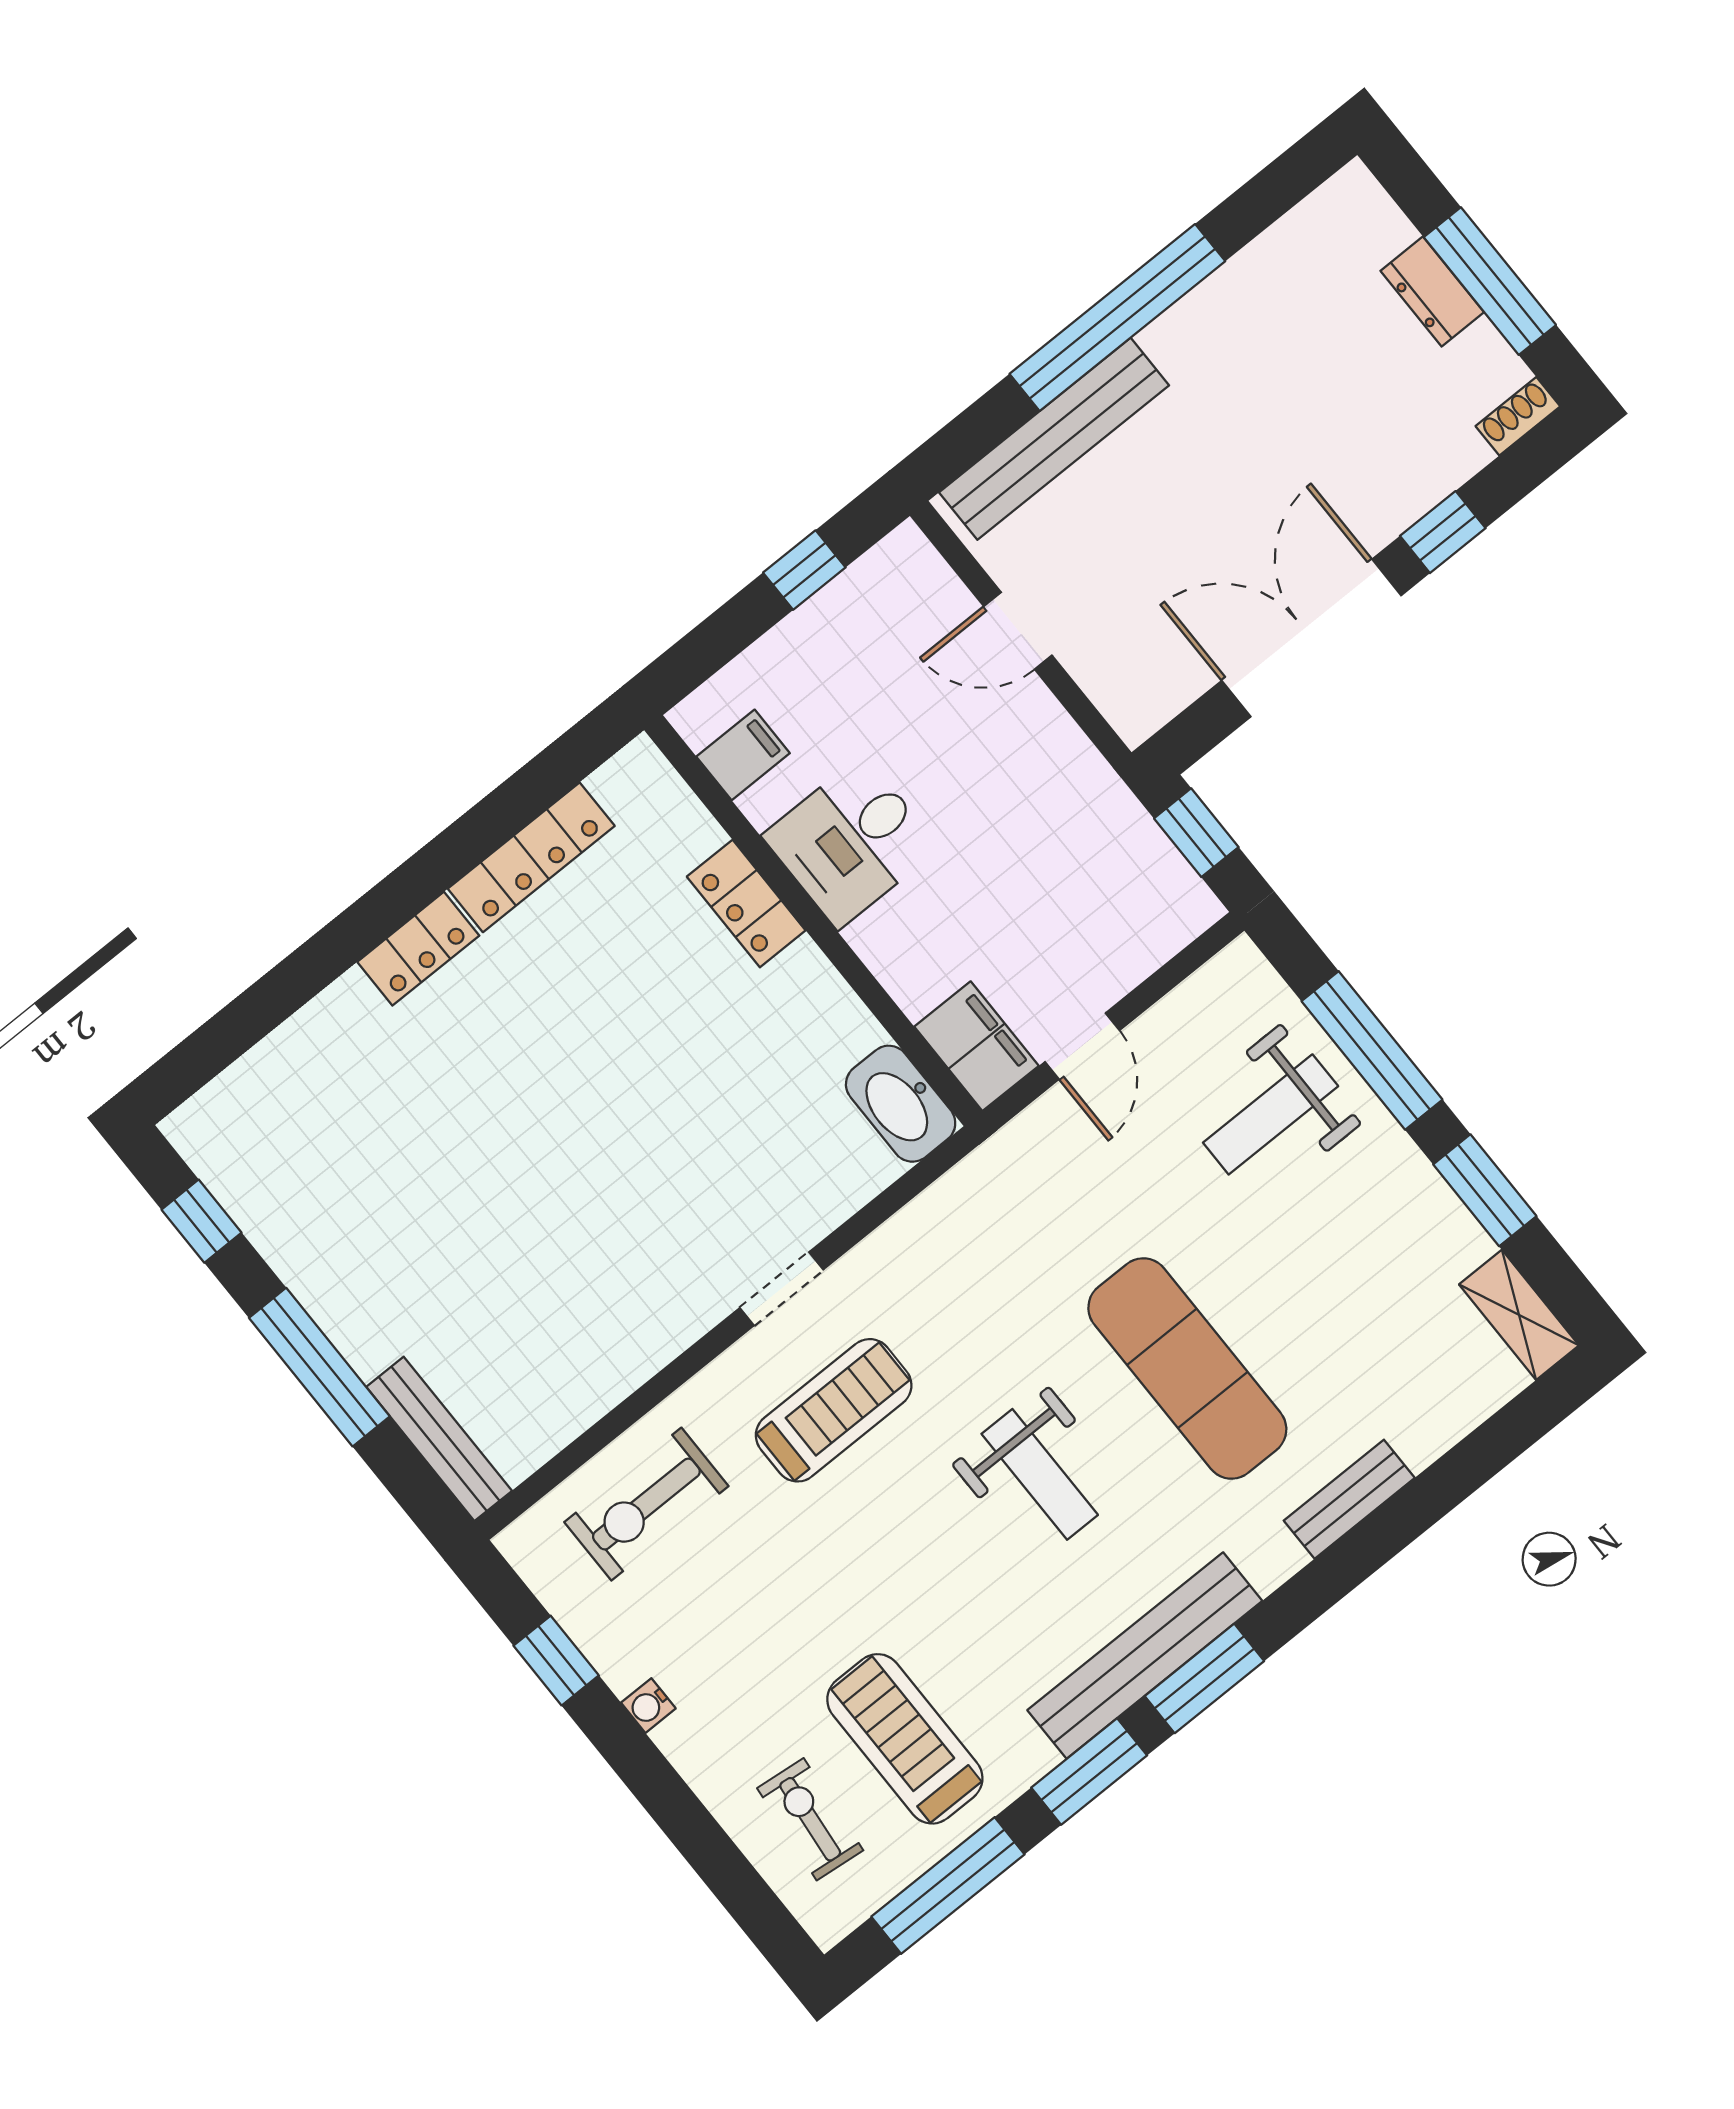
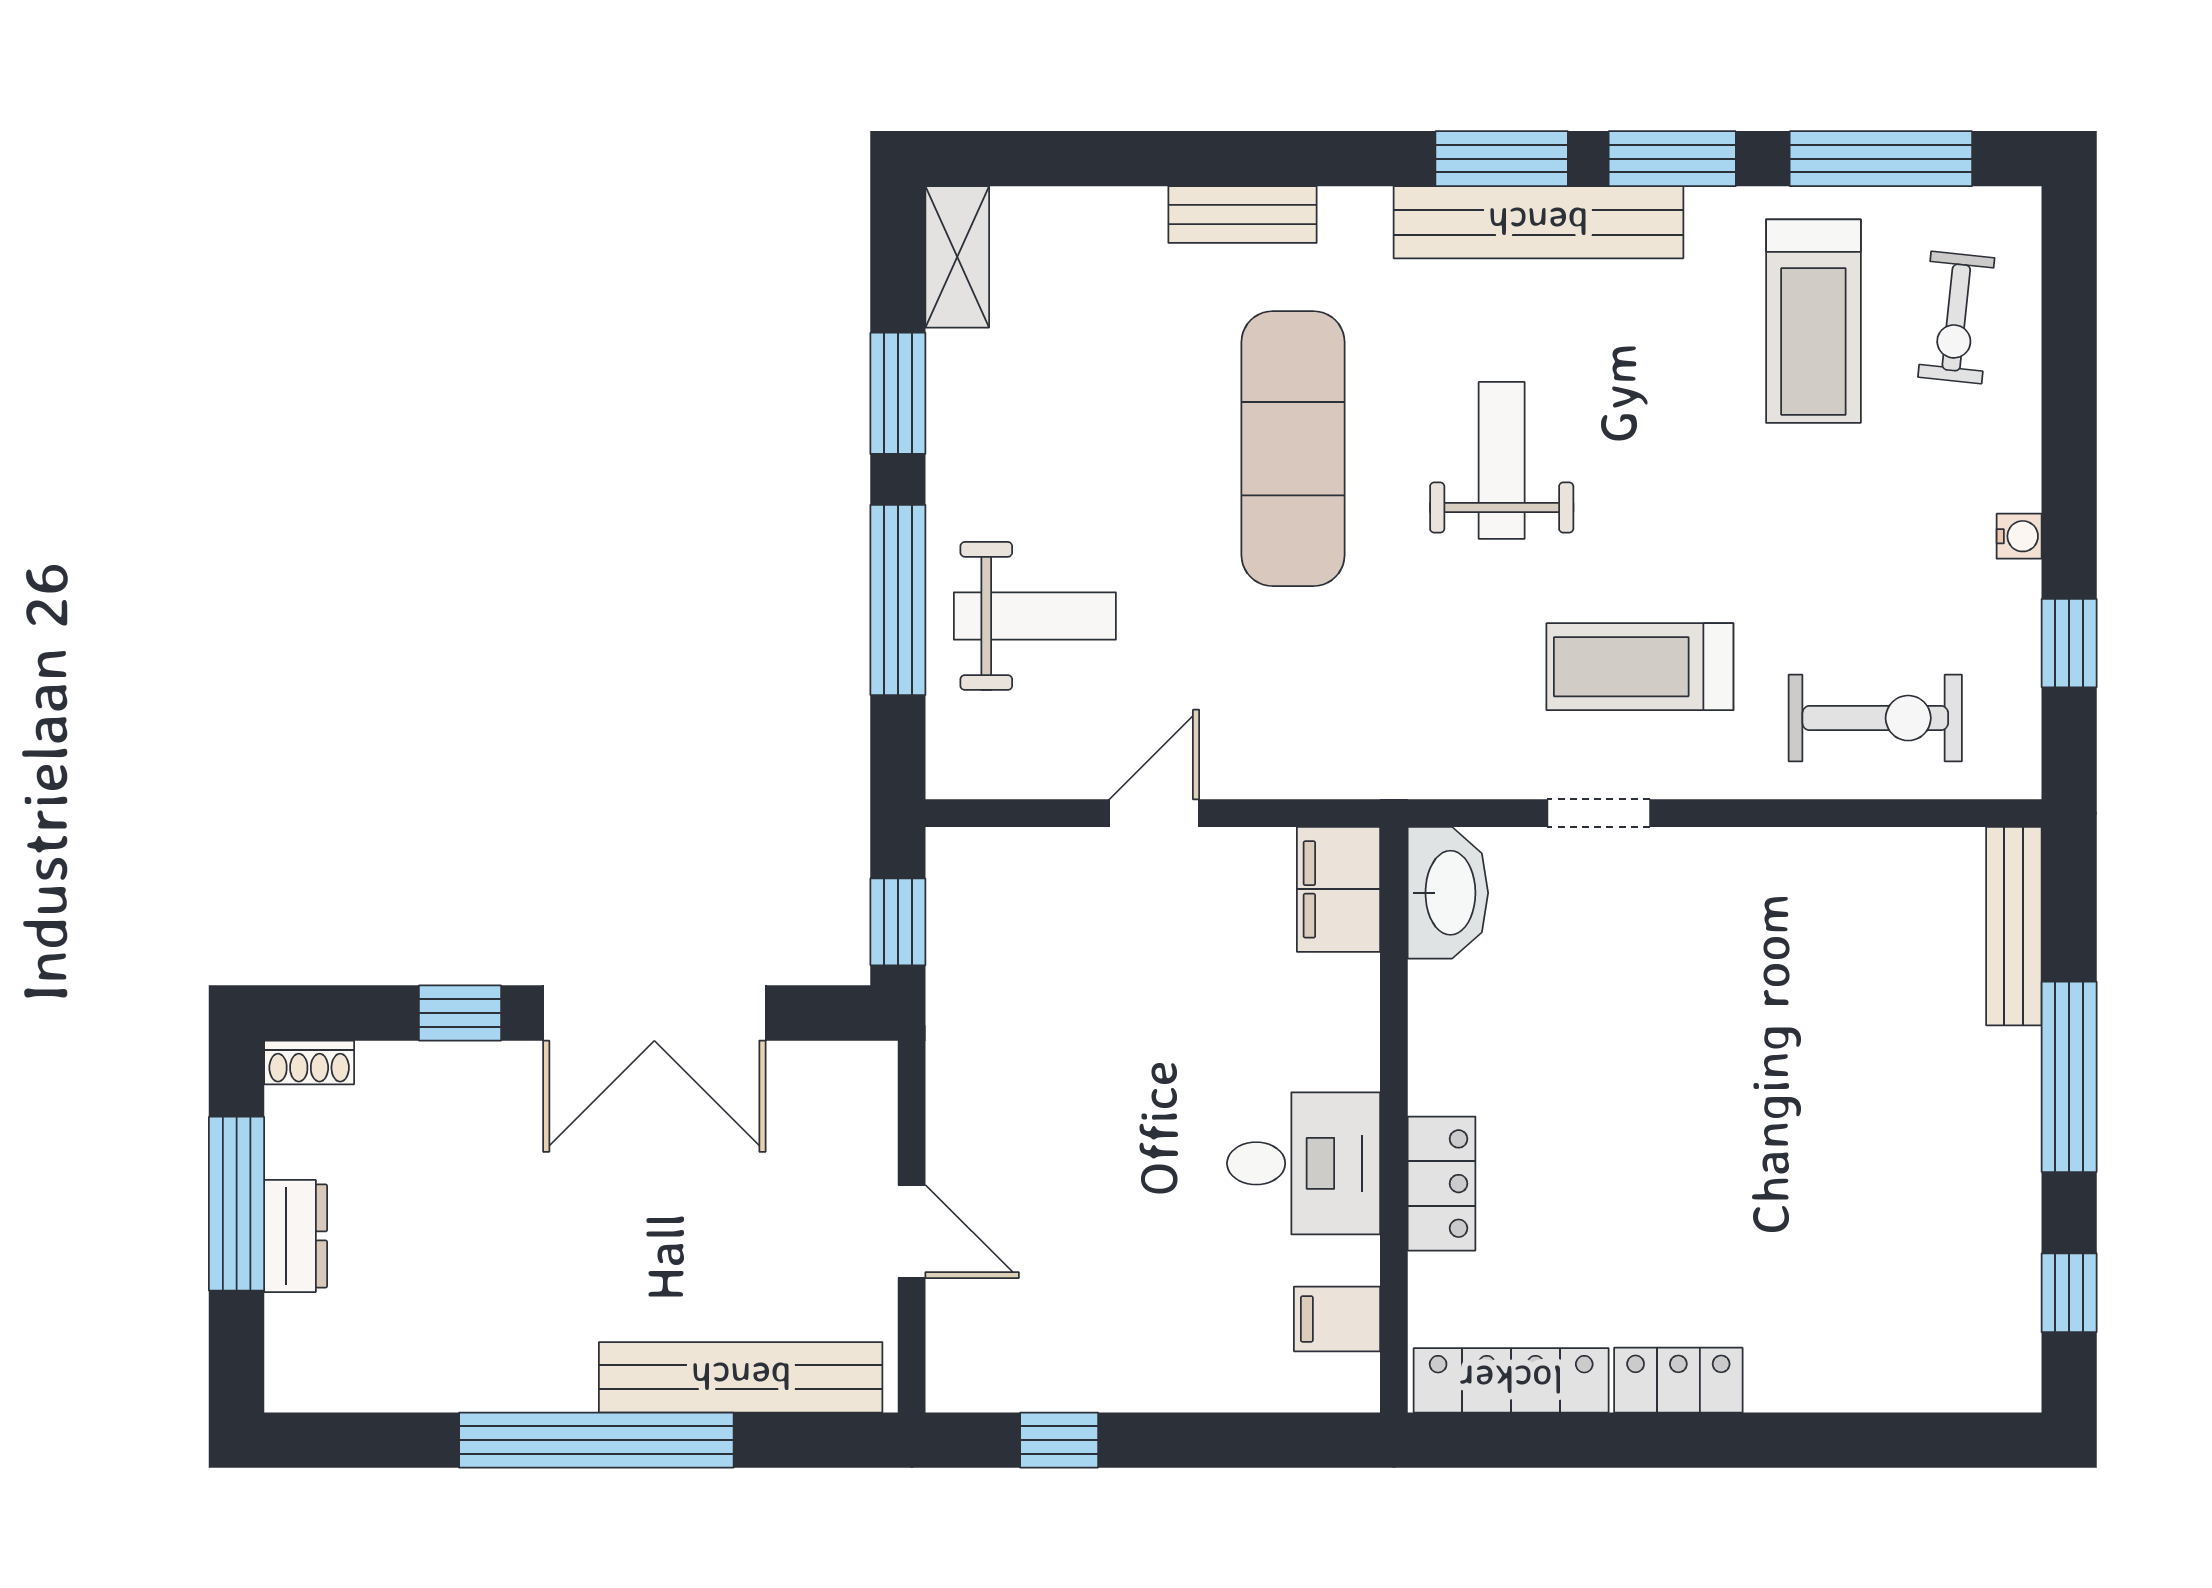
filing cabinet: (743, 755) -> (1337, 1319), moved
desk: (851, 842) -> (1304, 1163), moved
locker: (746, 904) -> (1442, 1184), moved
wall: (813, 921) -> (1394, 1120), moved
filing cabinet: (976, 1046) -> (1339, 889), moved
washbasin: (901, 1104) -> (1448, 893), moved

